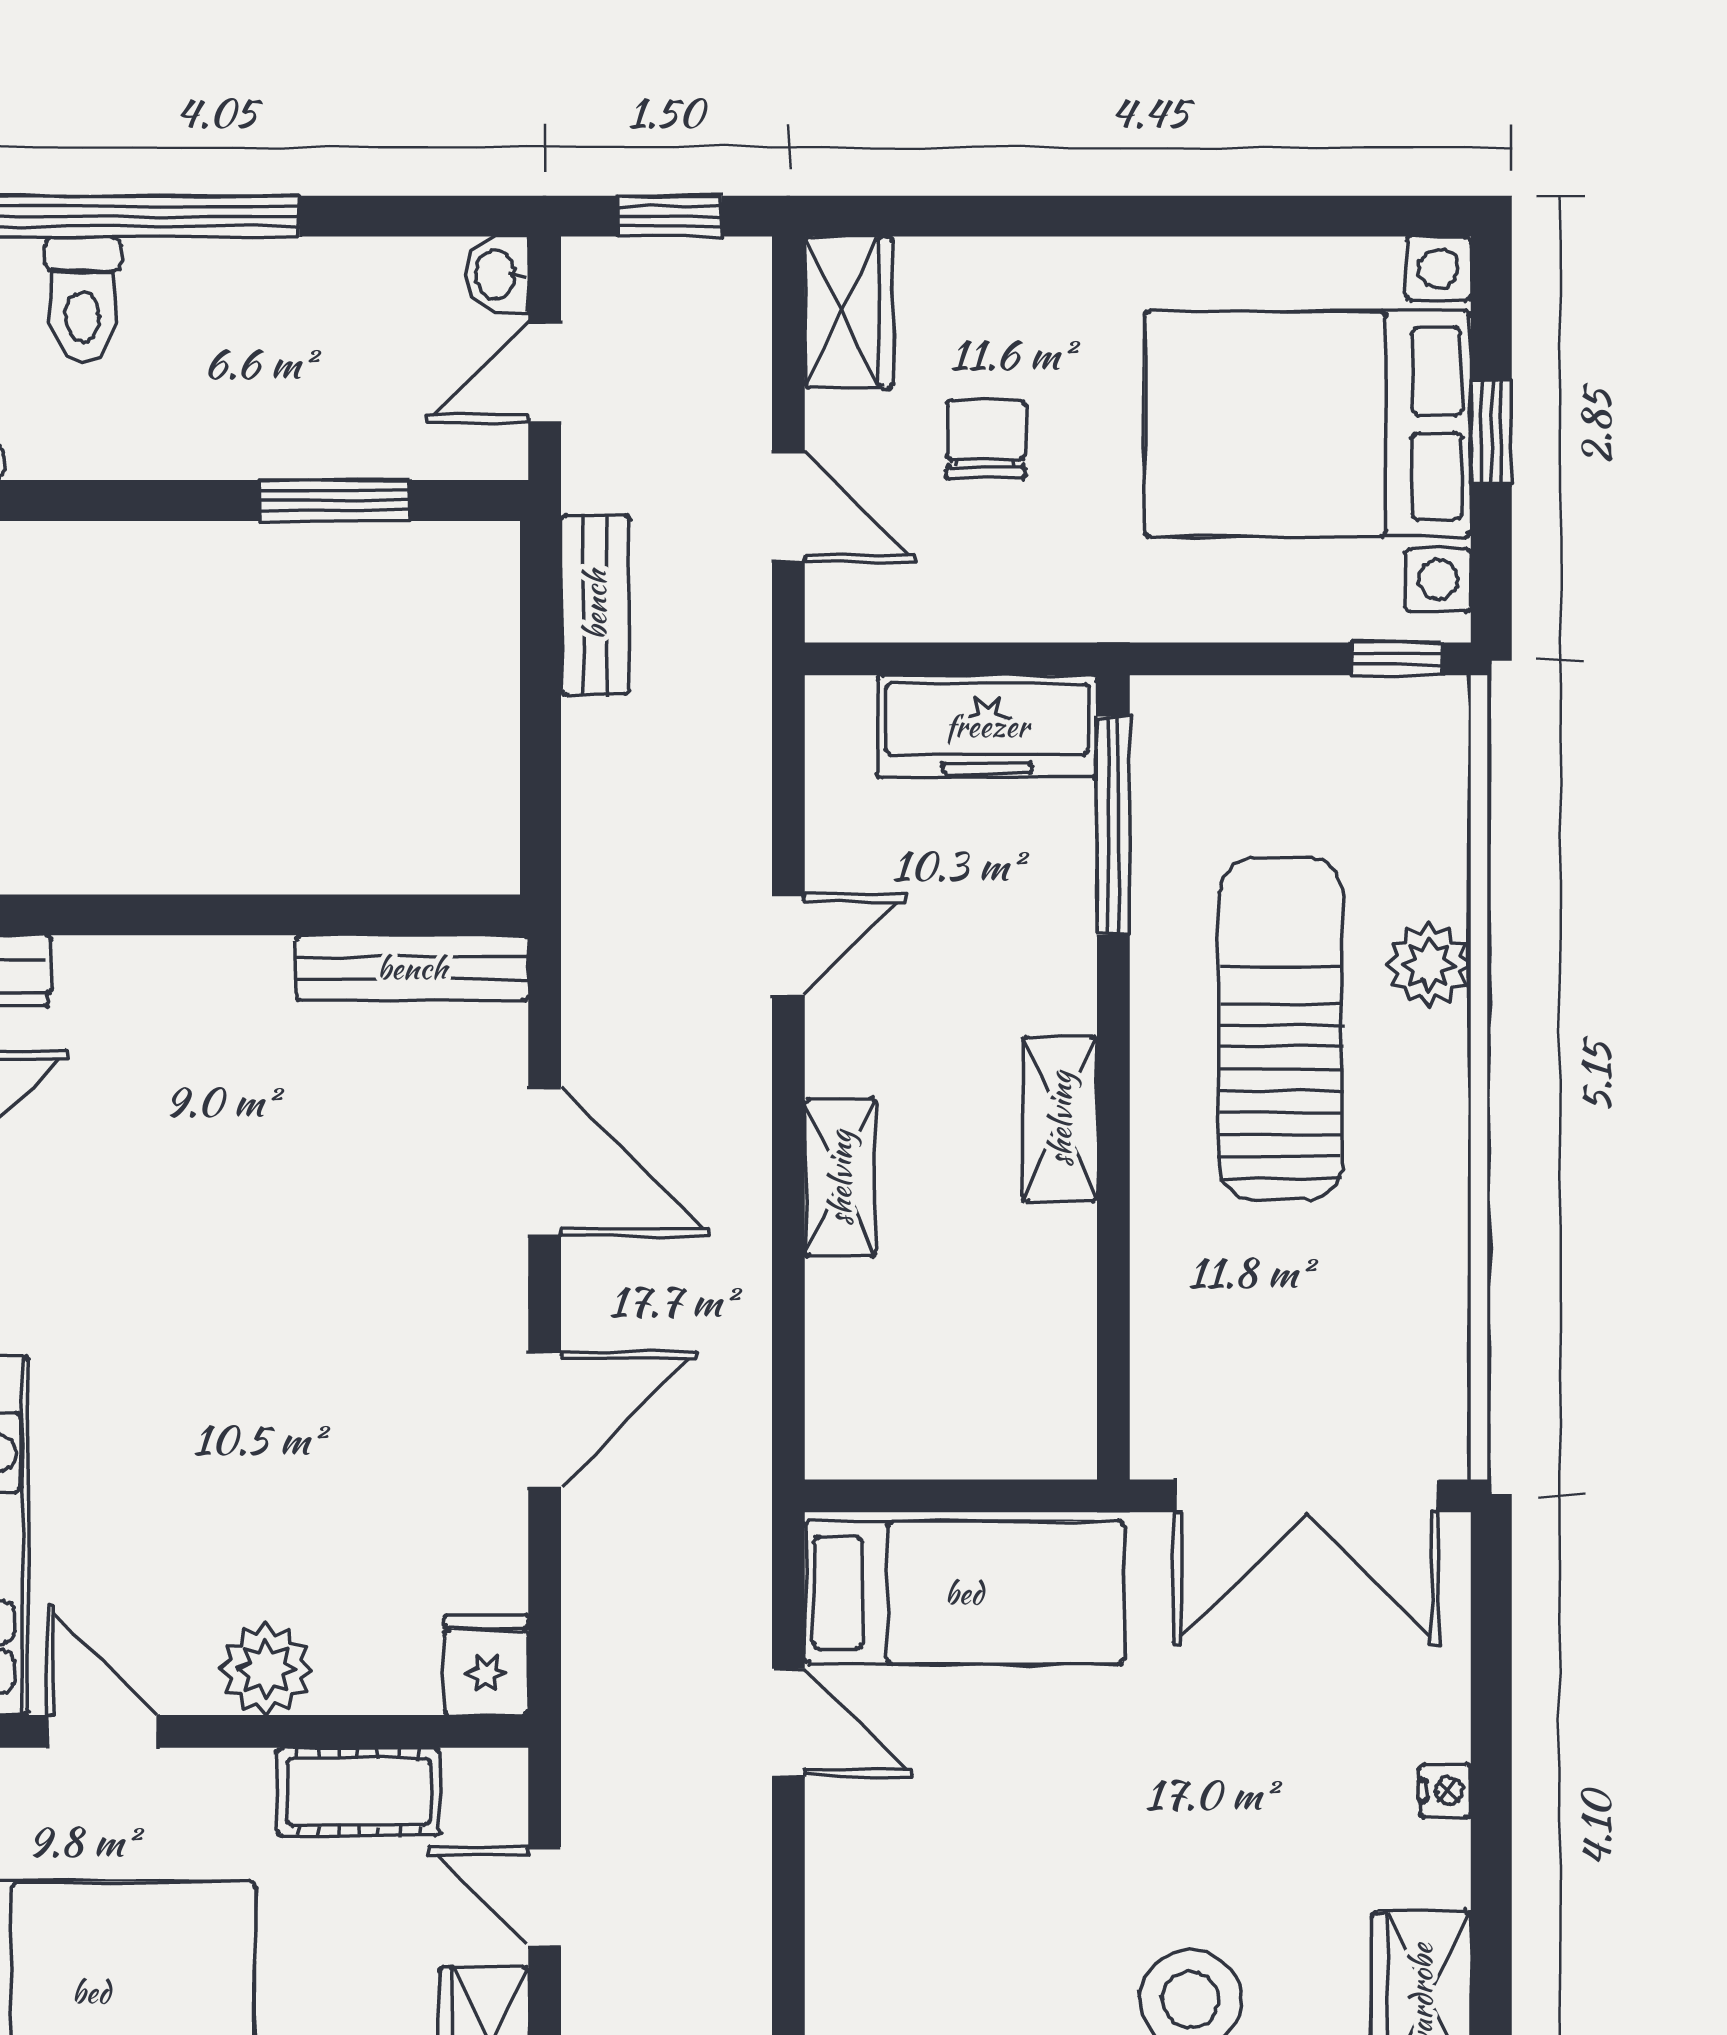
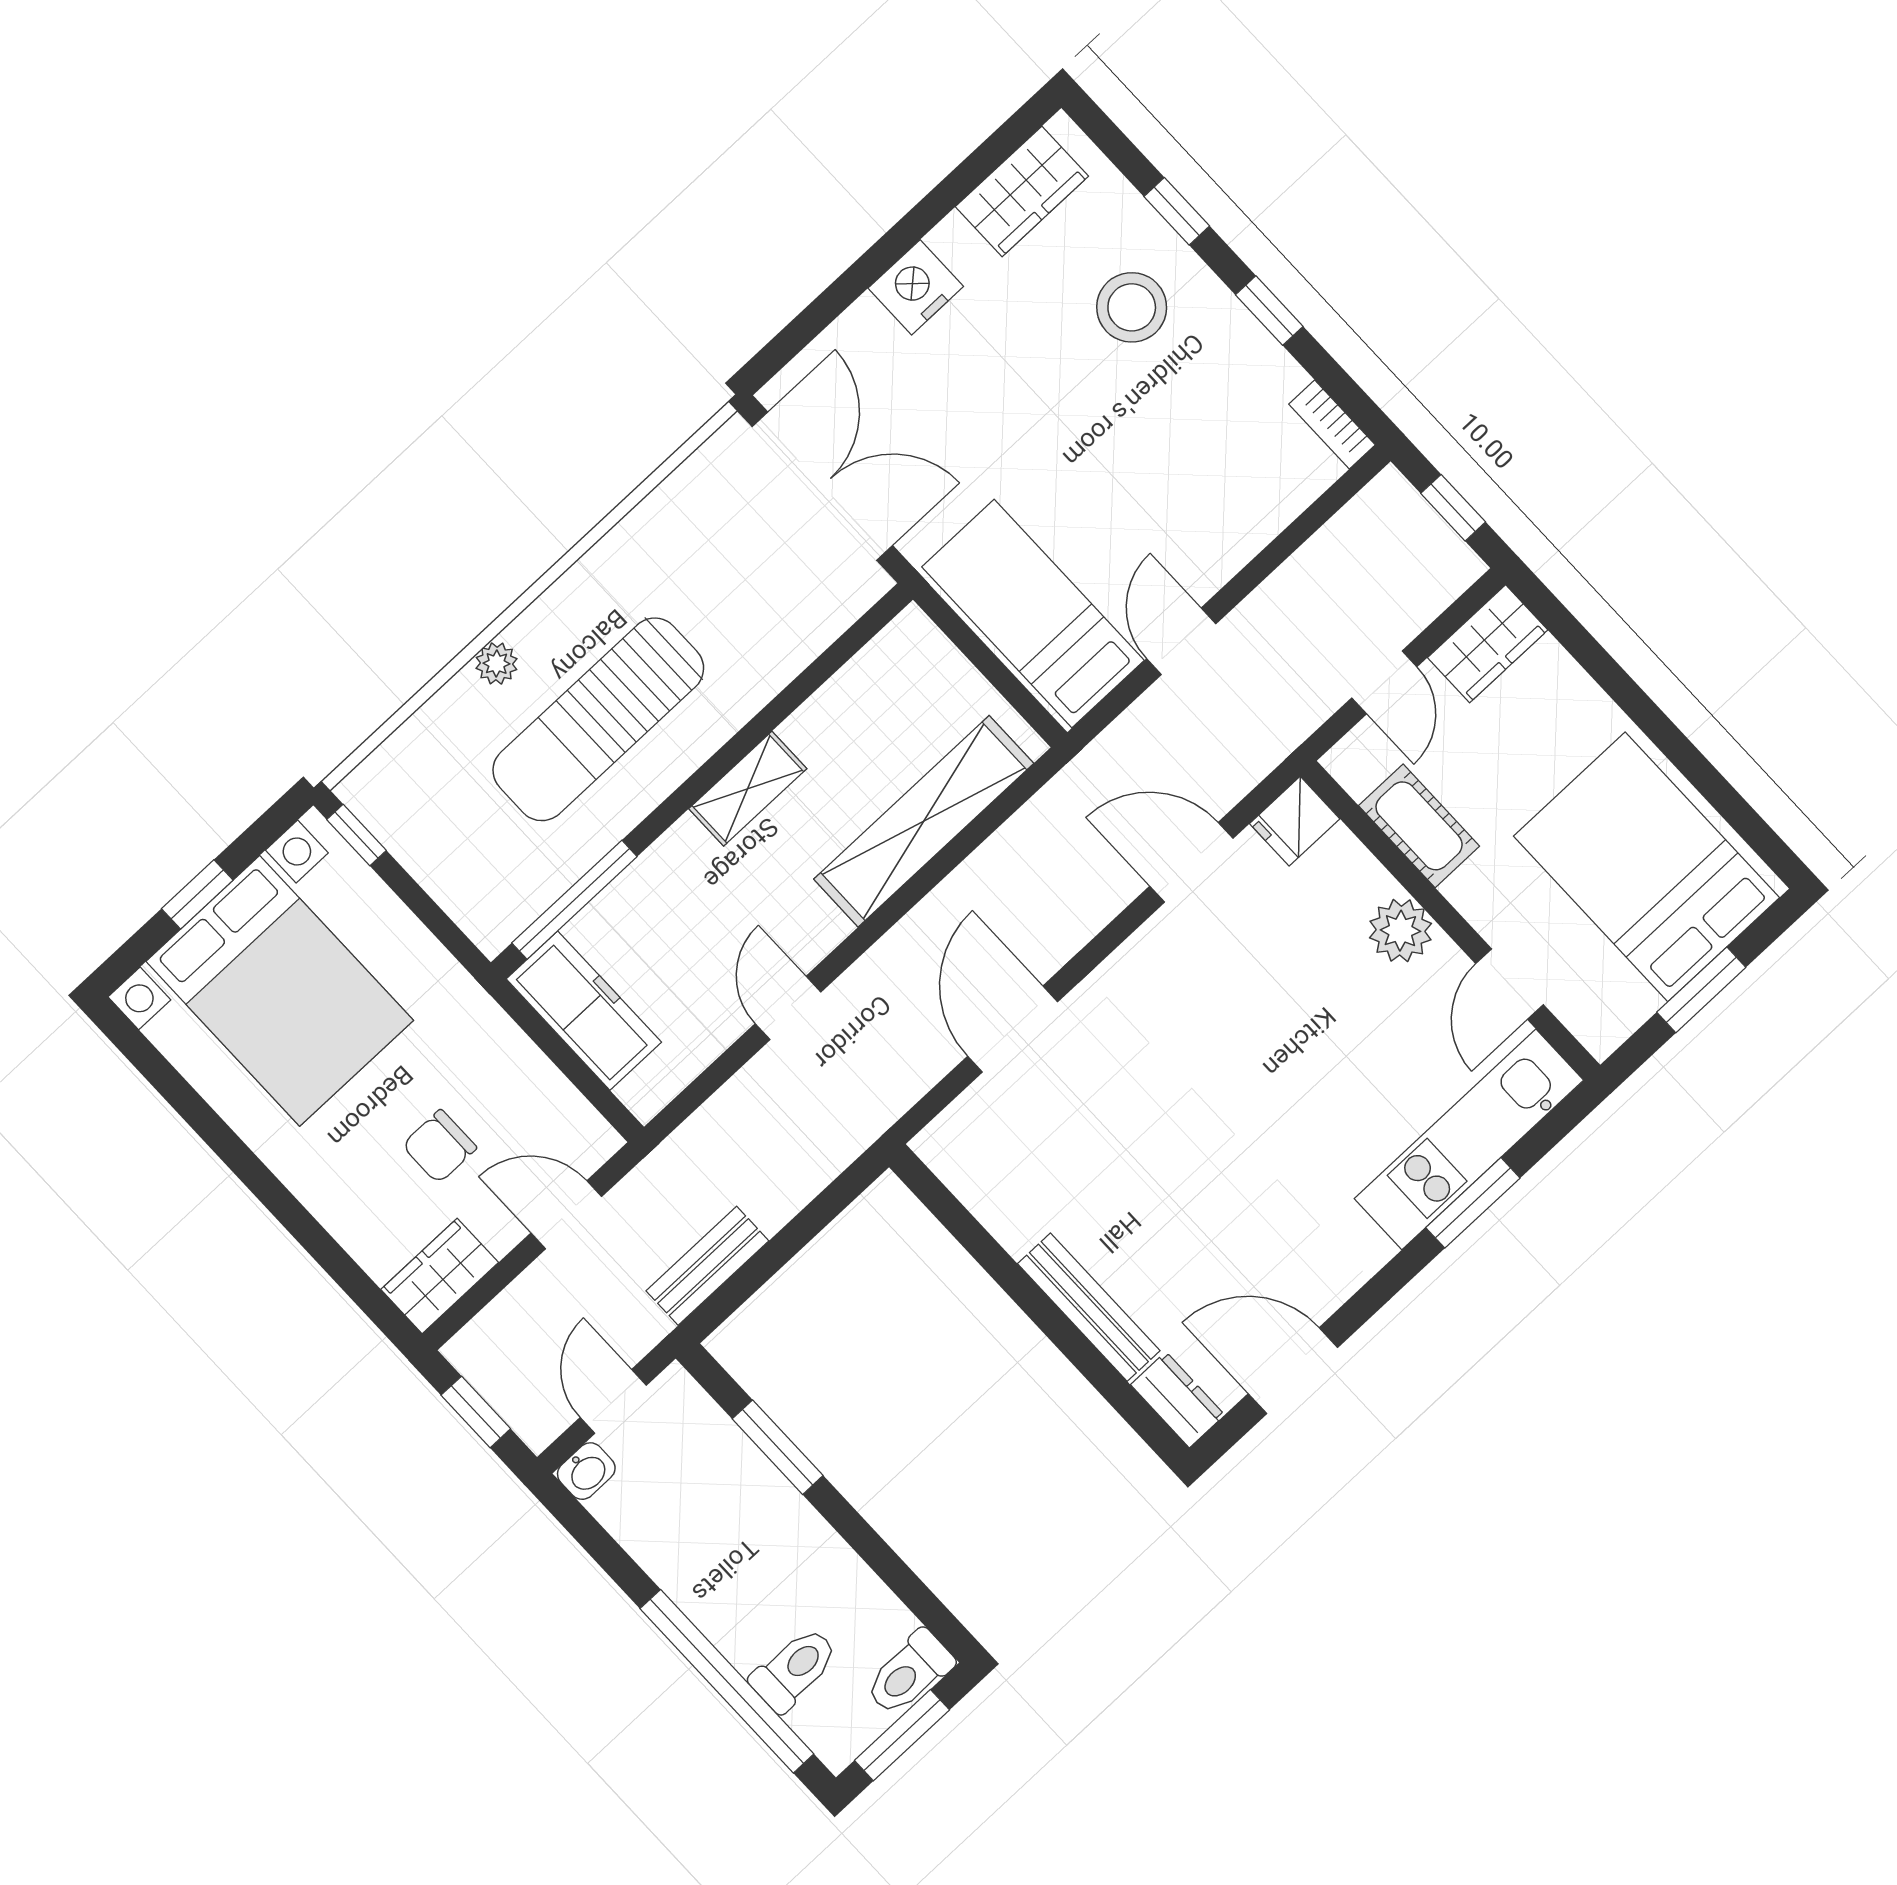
door: (545, 372) -> (613, 1401), swing flipped
door: (788, 506) -> (566, 1215), hinge flipped
door: (788, 945) -> (788, 1008), hinge flipped
plant: (1429, 965) -> (497, 663), width x0.73, depth x0.73
bench: (412, 968) -> (1089, 1307), moved
shelving: (840, 1178) -> (924, 821), width x2.20, depth x1.33
door: (545, 1419) -> (1191, 862), moved
nightstand: (1445, 1791) -> (916, 287), width x1.89, depth x1.79

